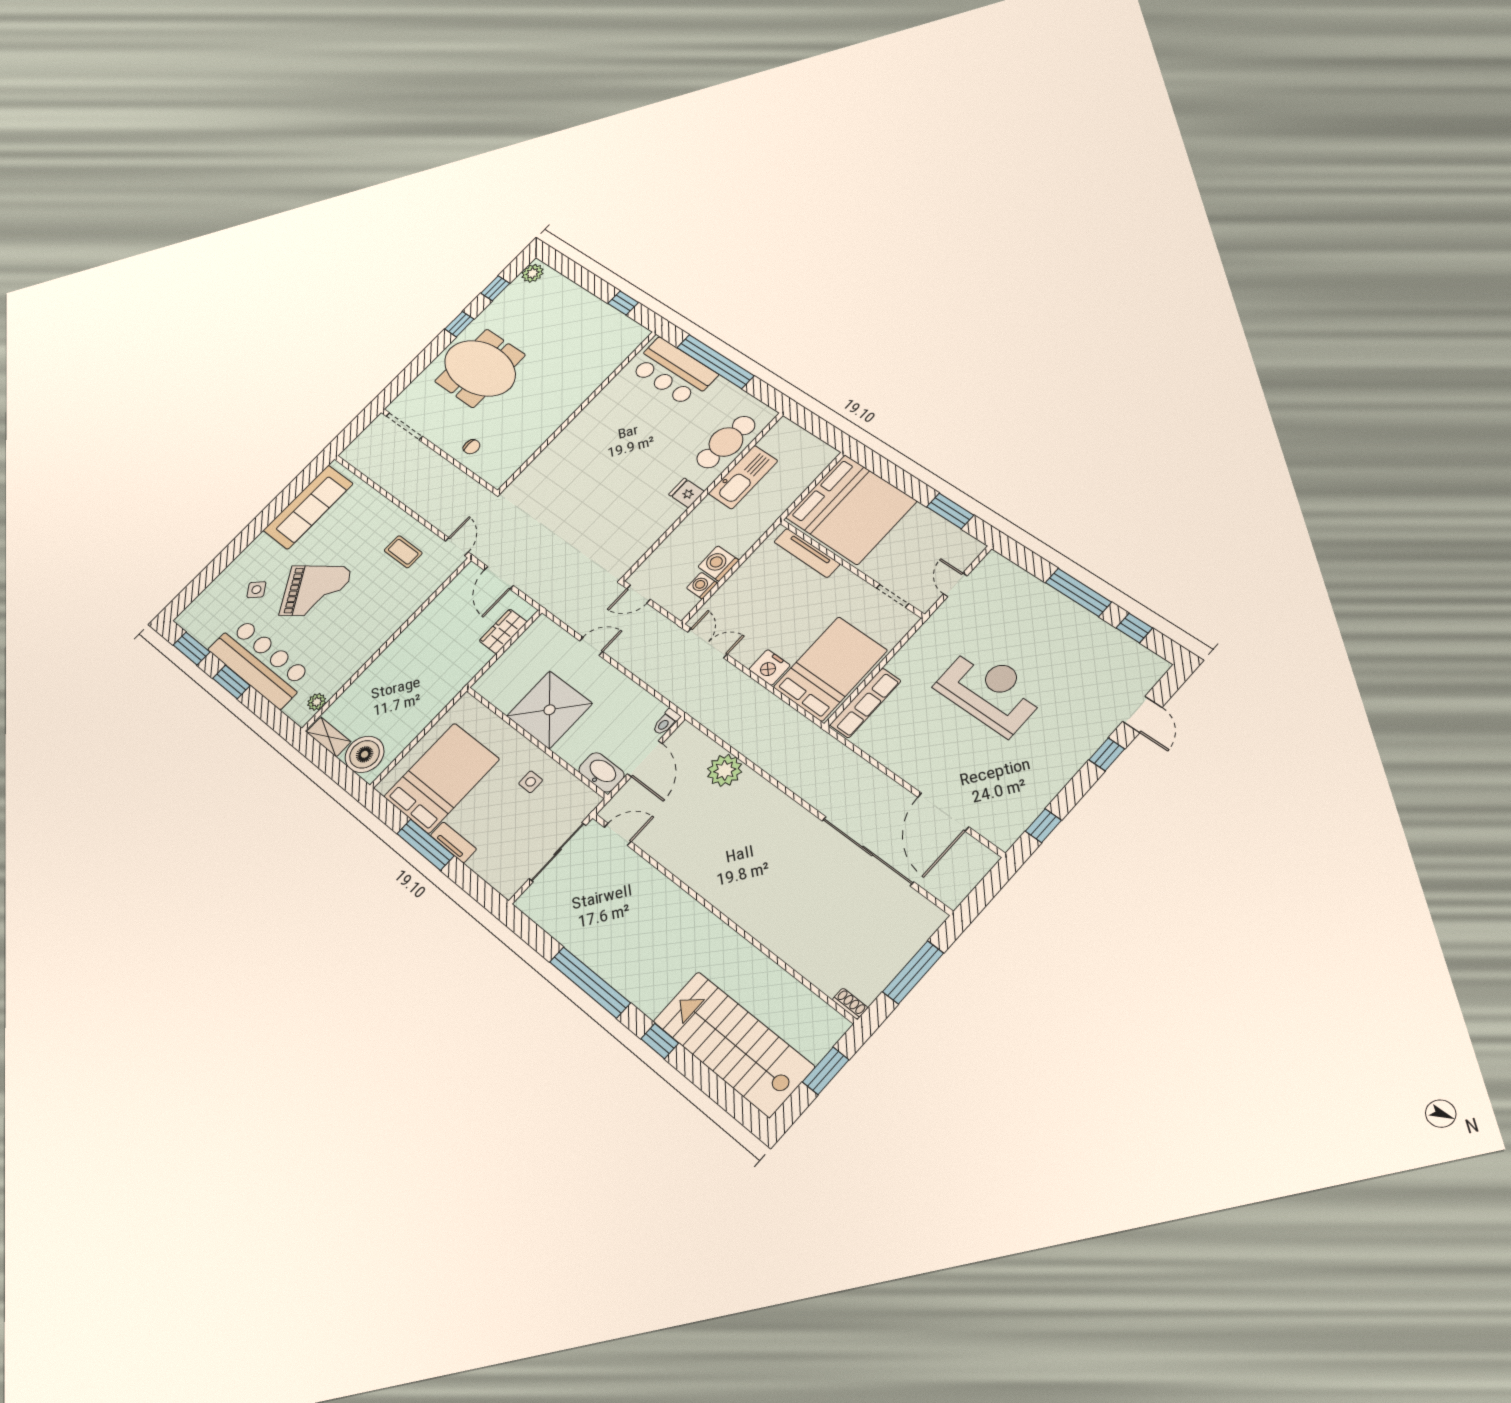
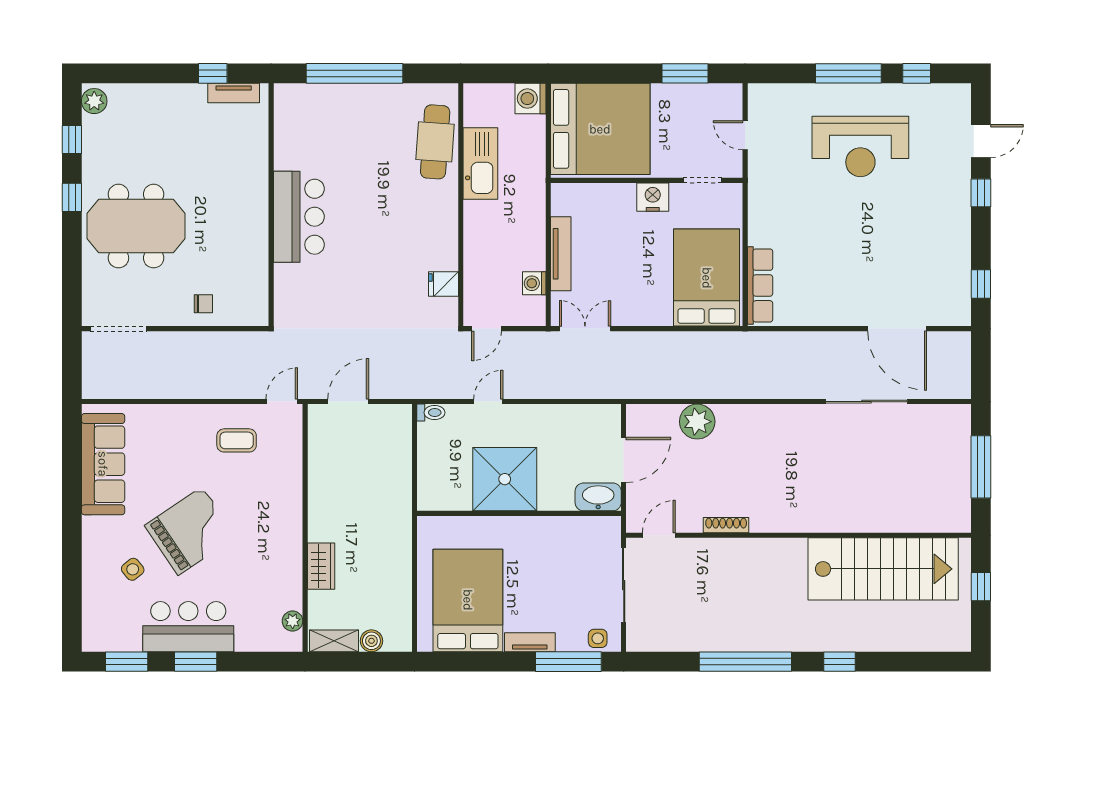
tv unit: (624, 324) -> (234, 93), added
bar counter: (673, 372) -> (299, 217), moved, turned -90
fridge: (686, 493) -> (443, 284), moved
door: (457, 547) -> (282, 402), hinge flipped
tv unit: (807, 553) -> (561, 254), moved, turned -90
washing machine: (718, 563) -> (530, 99), moved
door: (499, 578) -> (348, 402), swing flipped
wardrobe: (503, 631) -> (321, 566), moved, turned 180
bar counter: (260, 663) -> (188, 627), width x0.73
nightstand: (769, 667) -> (653, 197), moved, turned 180
reception desk: (990, 691) -> (860, 146), moved, turned 180
door: (1142, 714) -> (981, 141), hinge flipped
toilet: (666, 722) -> (431, 413), moved, turned -90
boiler: (365, 754) -> (371, 641), width x0.54, depth x0.54
door: (645, 759) -> (624, 460), hinge flipped
side table: (531, 782) -> (598, 638), moved
window: (425, 845) -> (568, 662), moved
sliding door: (868, 851) -> (866, 402), width x0.73
shoe rack: (850, 1004) -> (726, 525), moved, width x1.43
stairs: (733, 1044) -> (883, 569), moved, turned 180
window: (826, 1071) -> (981, 587), width x0.67

